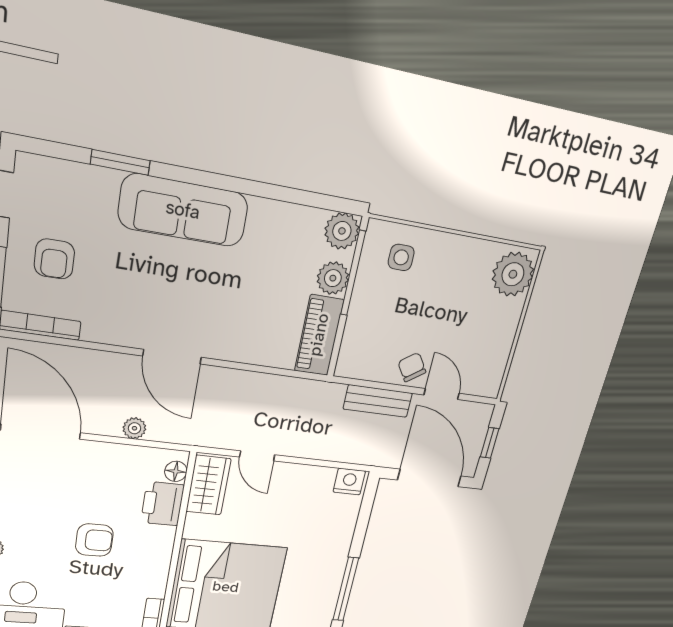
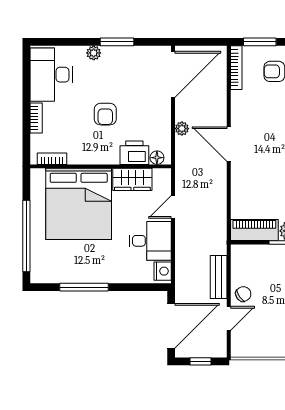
door: (172, 357) -> (229, 144), hinge flipped
wardrobe: (208, 485) -> (132, 179), moved
desk: (301, 494) -> (150, 241), added

